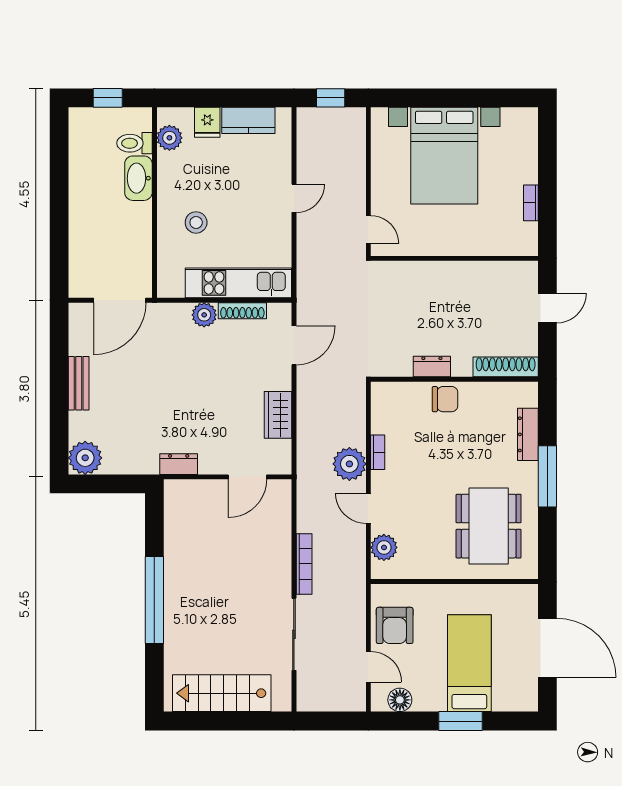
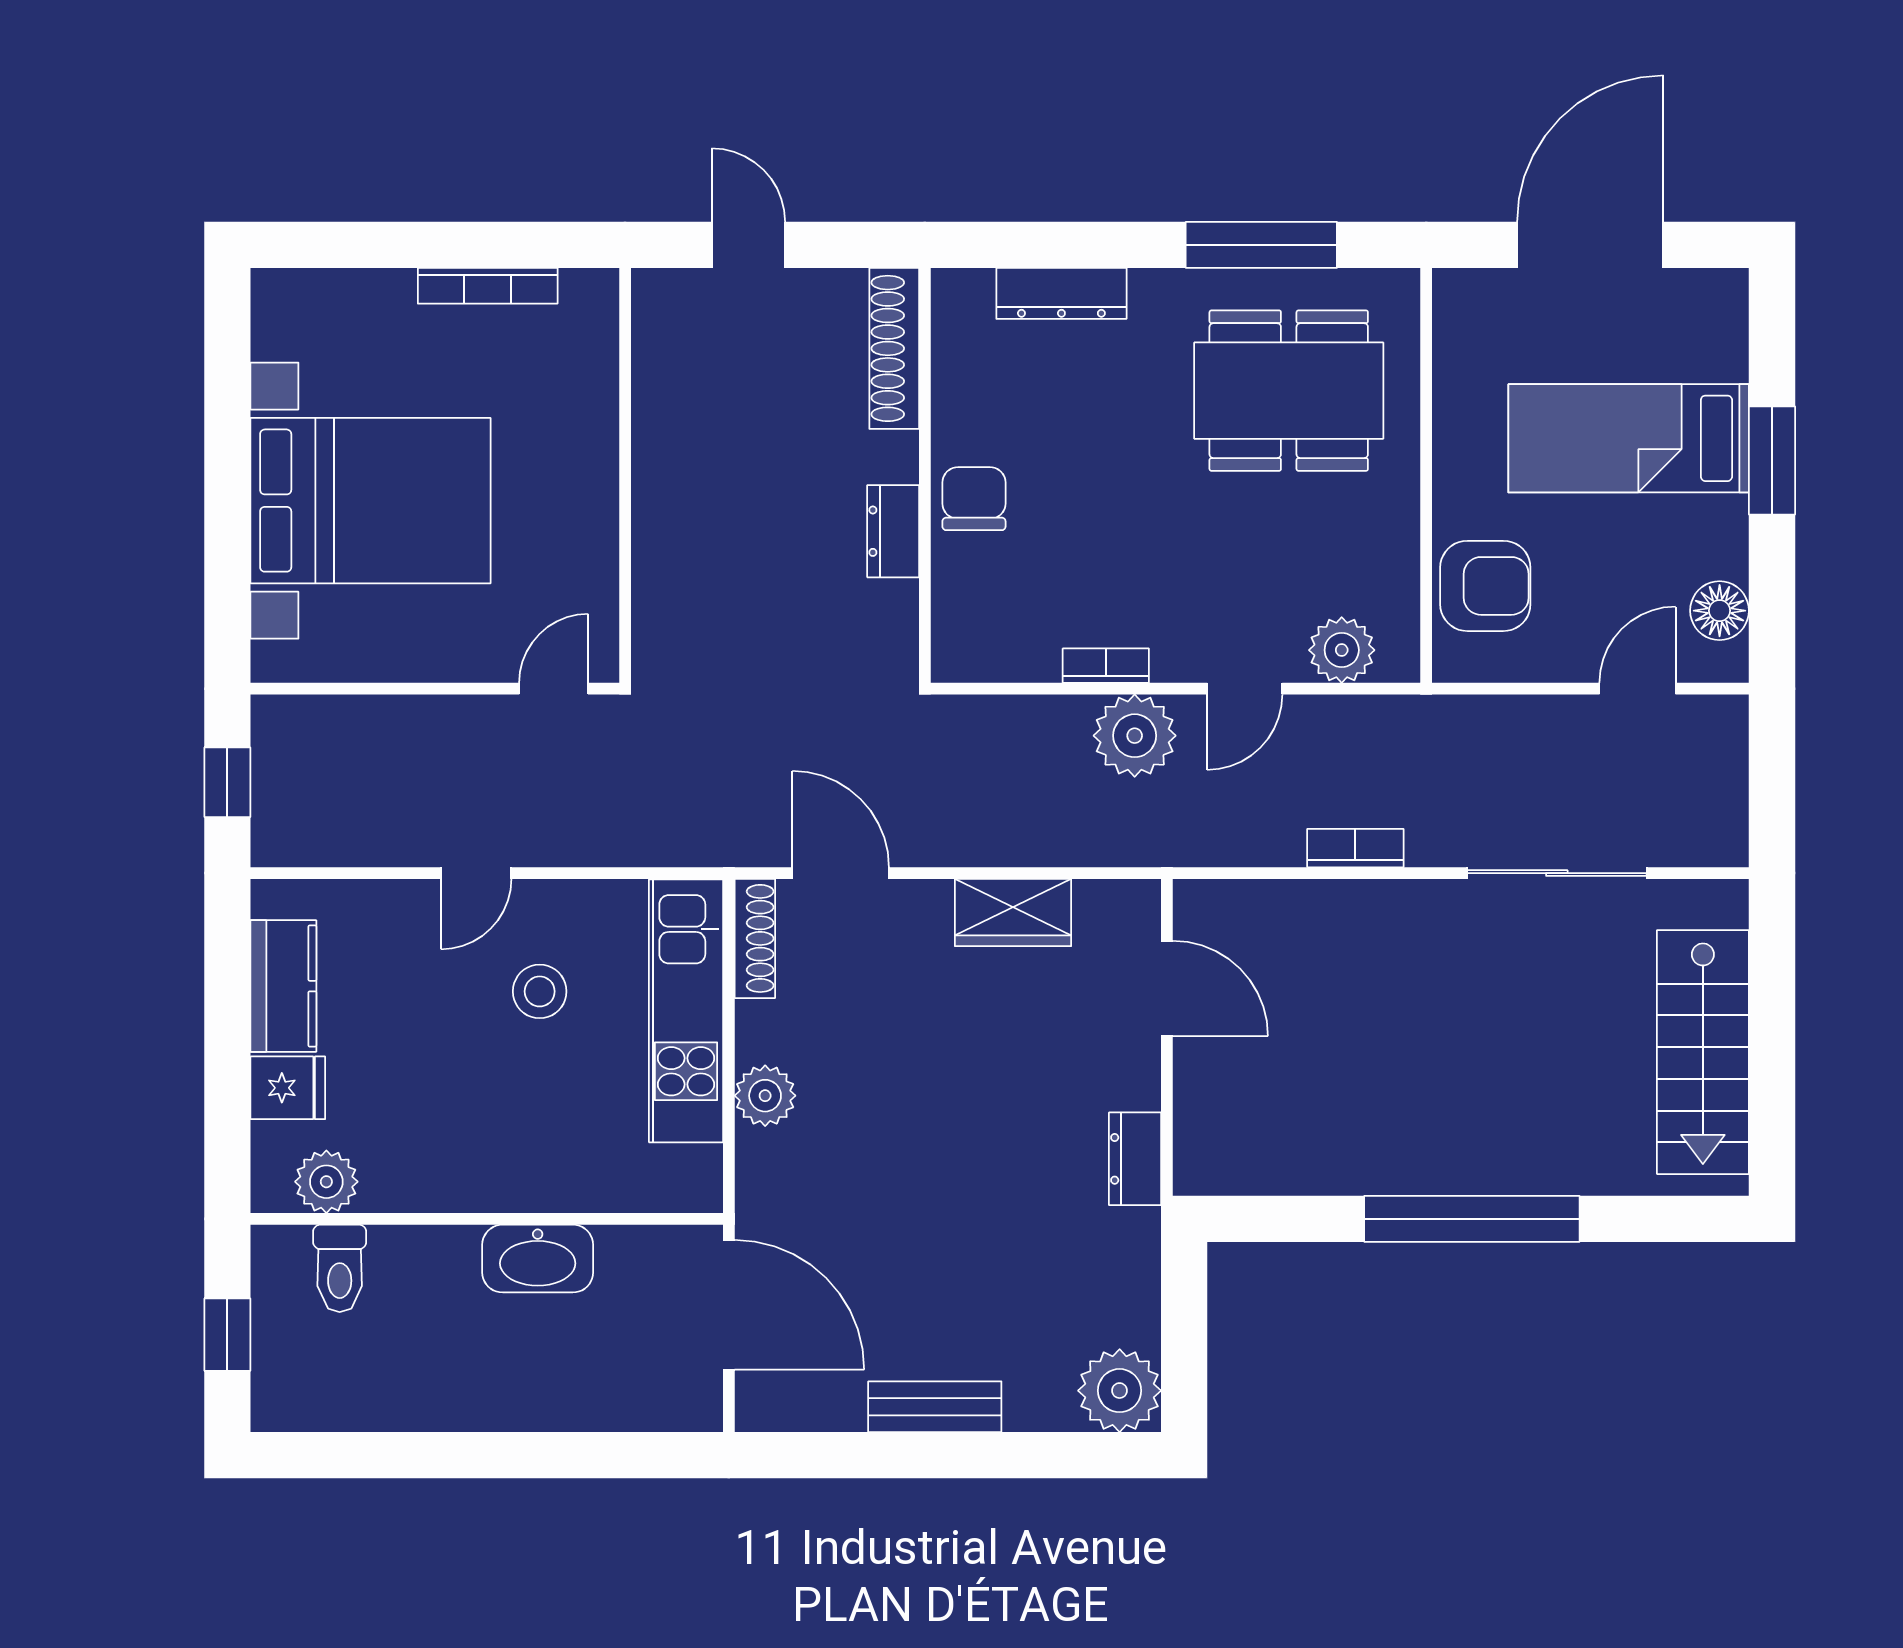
washbasin: (138, 178) -> (538, 1259), moved
door: (294, 198) -> (476, 873), swing flipped
bookcase: (531, 203) -> (488, 286), width x1.56
stool: (196, 222) -> (540, 991), moved
shoe rack: (242, 311) -> (755, 938), moved
window: (547, 476) -> (1261, 245), moved
bookcase: (304, 564) -> (1355, 848), width x0.64
armchair: (395, 625) -> (1485, 586), moved

